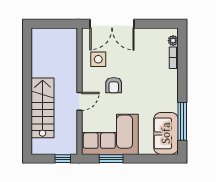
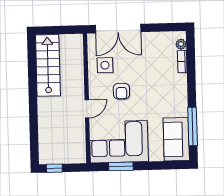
stairs: (43, 108) -> (48, 65), moved
window: (63, 159) -> (54, 168), moved

